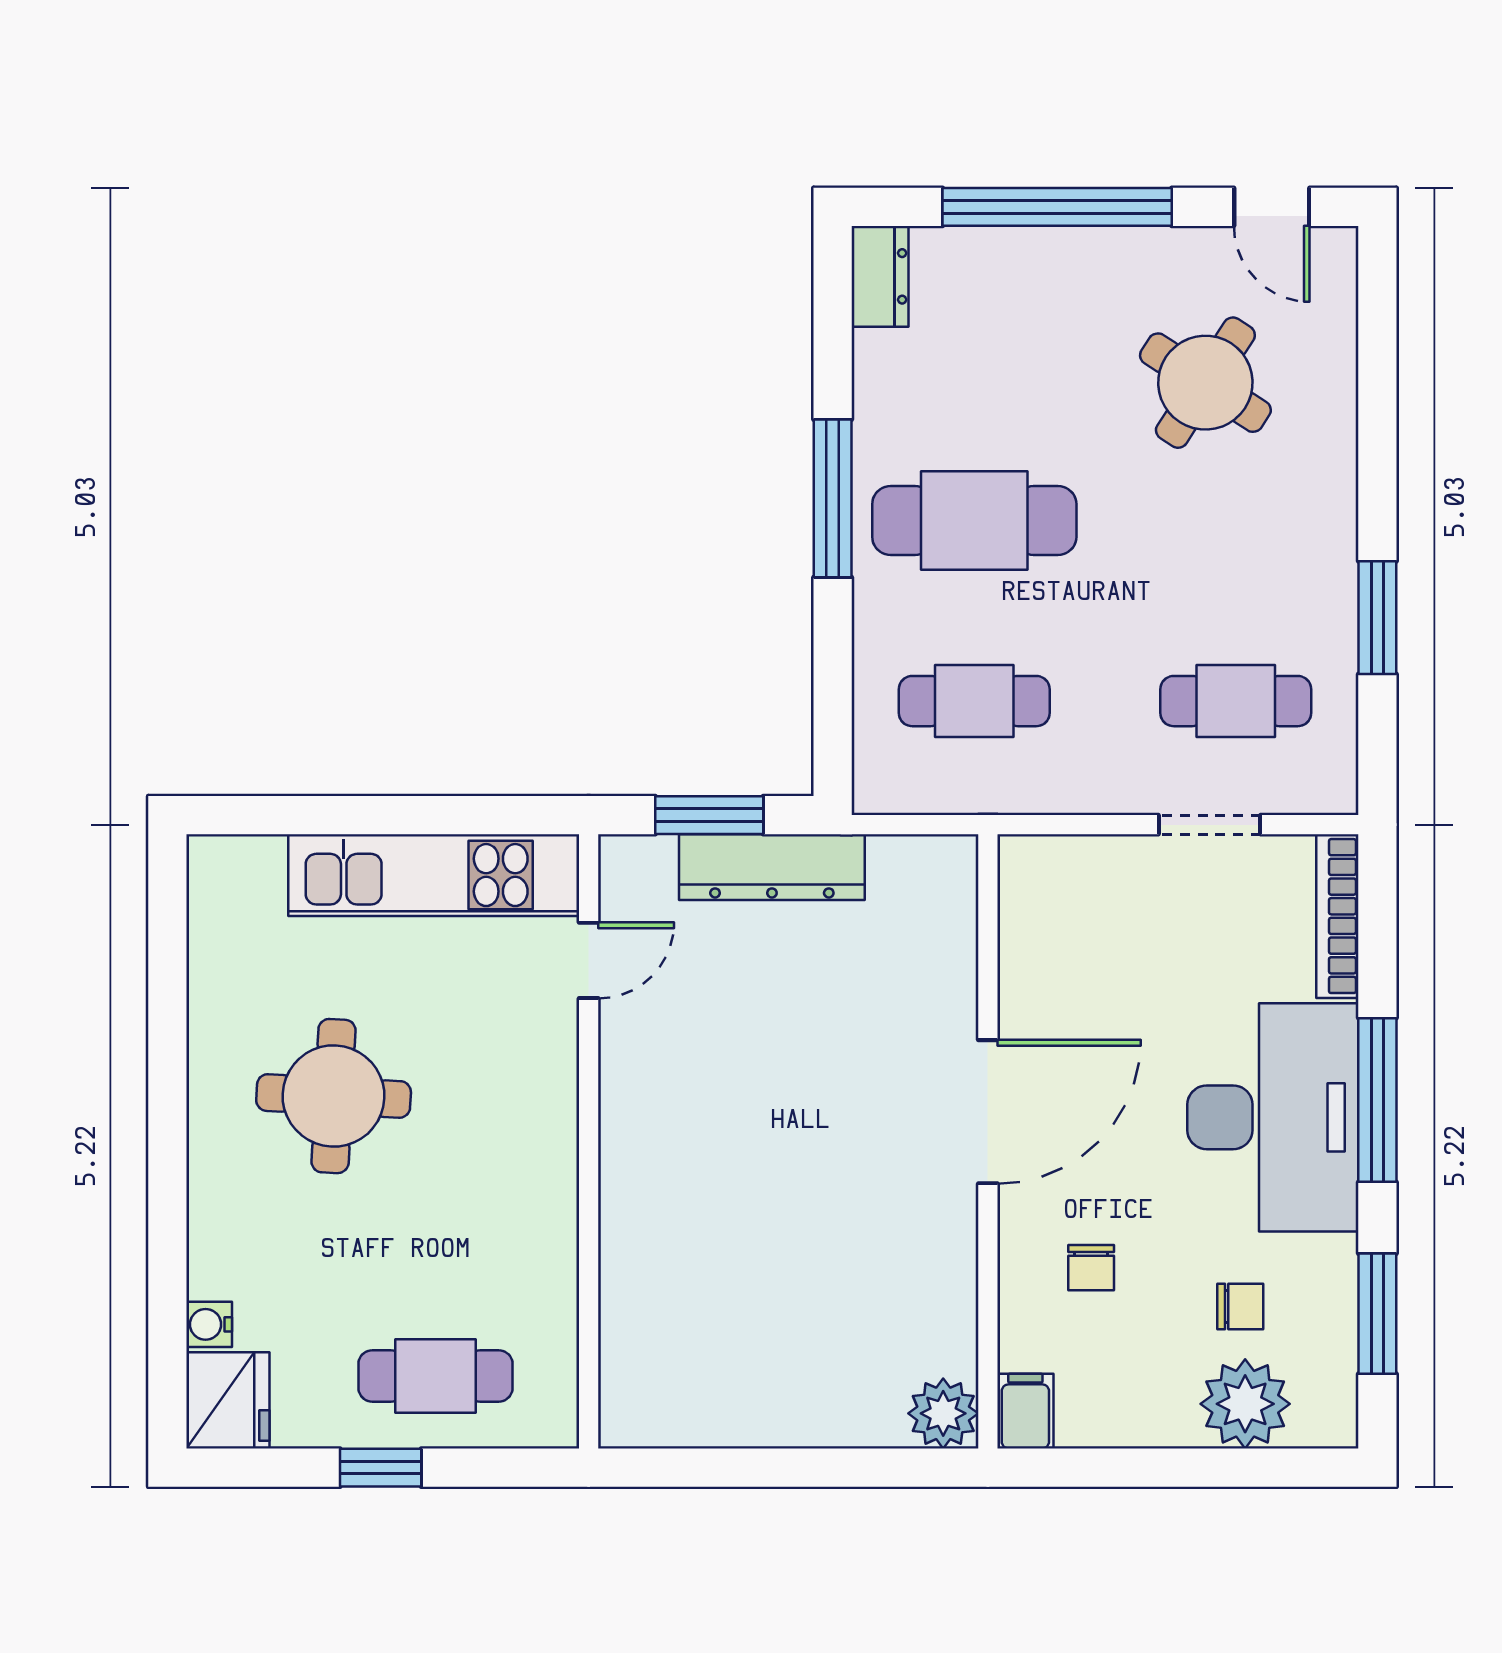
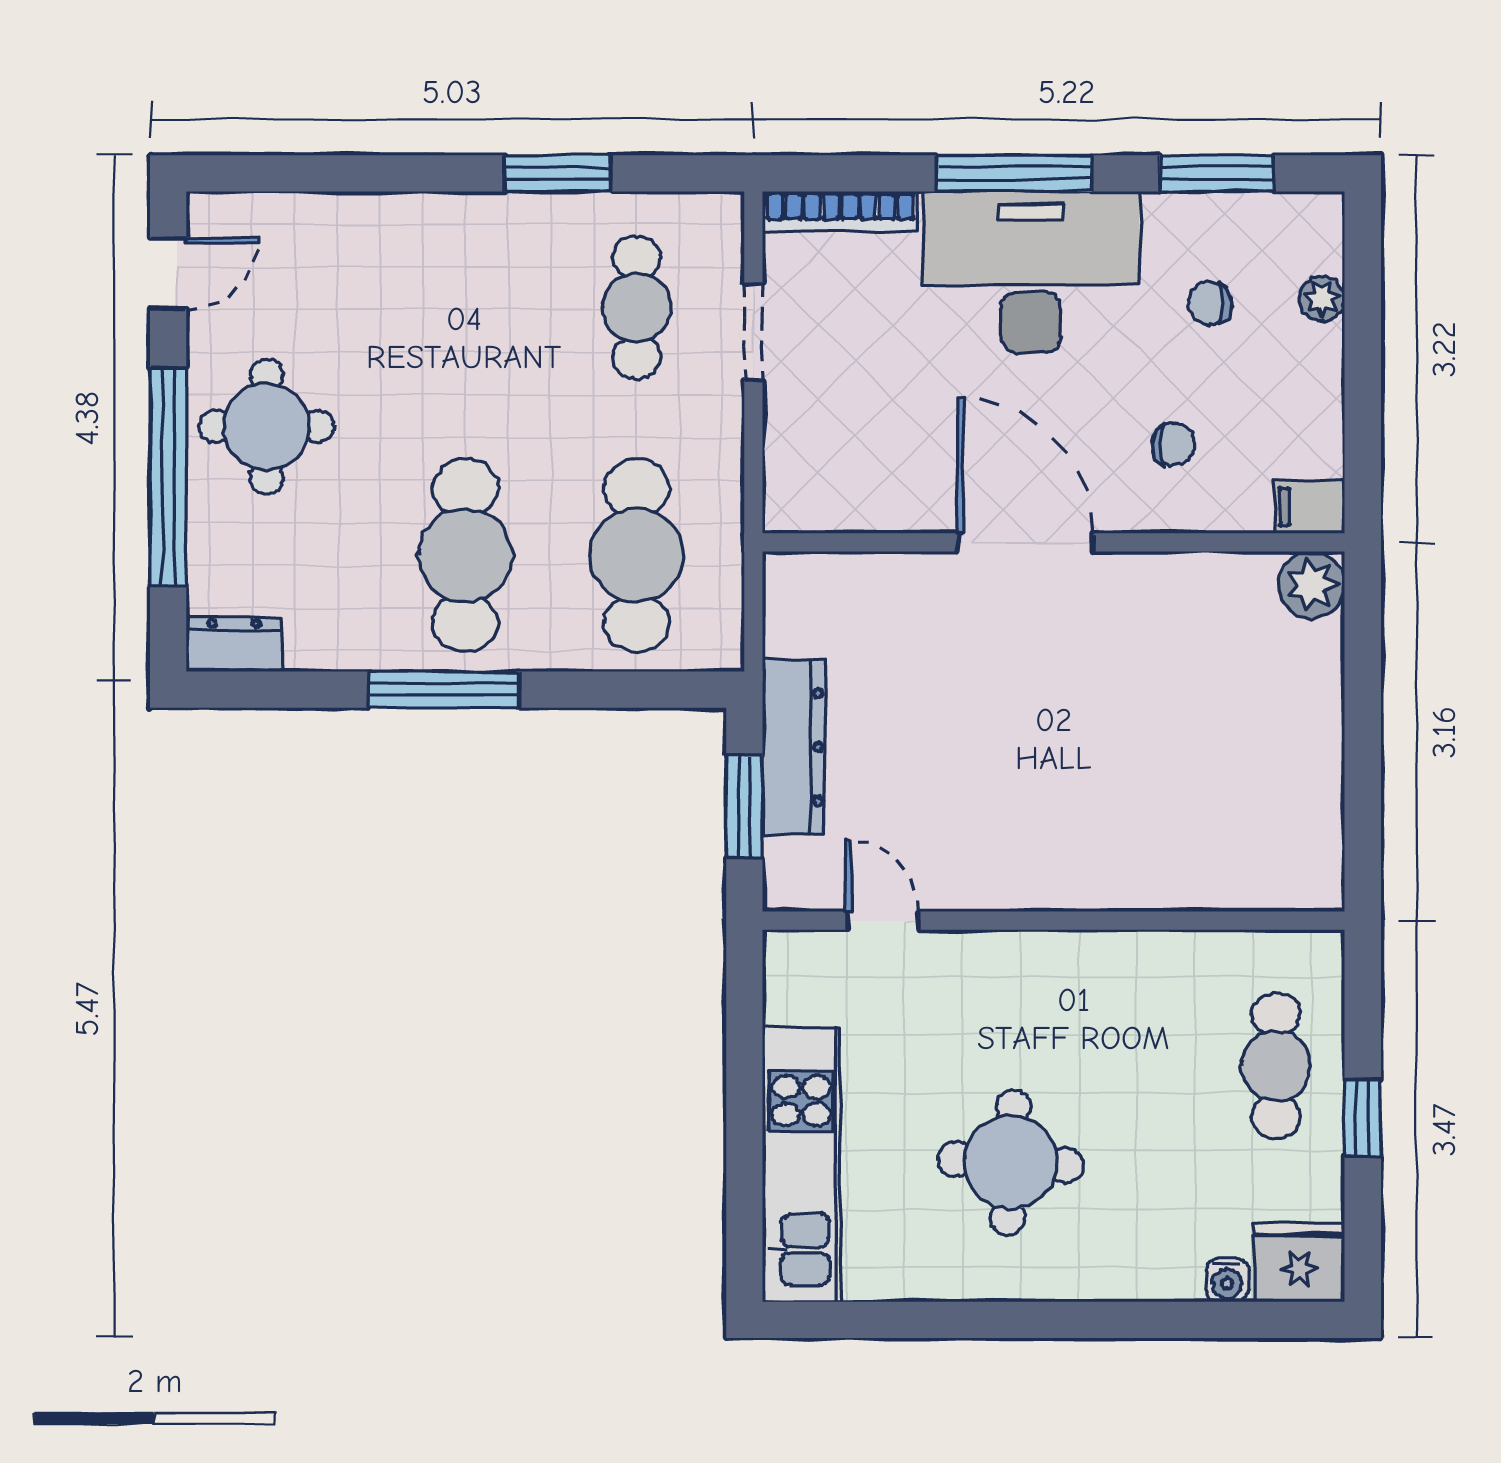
round table: (1205, 383) -> (267, 426), moved, turned -33
cafe table: (974, 701) -> (636, 555), width x1.37, depth x1.35
kitchen unit: (434, 875) -> (801, 1164), moved
chair: (1240, 1307) -> (1210, 303), turned -90
plant: (1245, 1404) -> (1322, 299), width x0.53, depth x0.53

